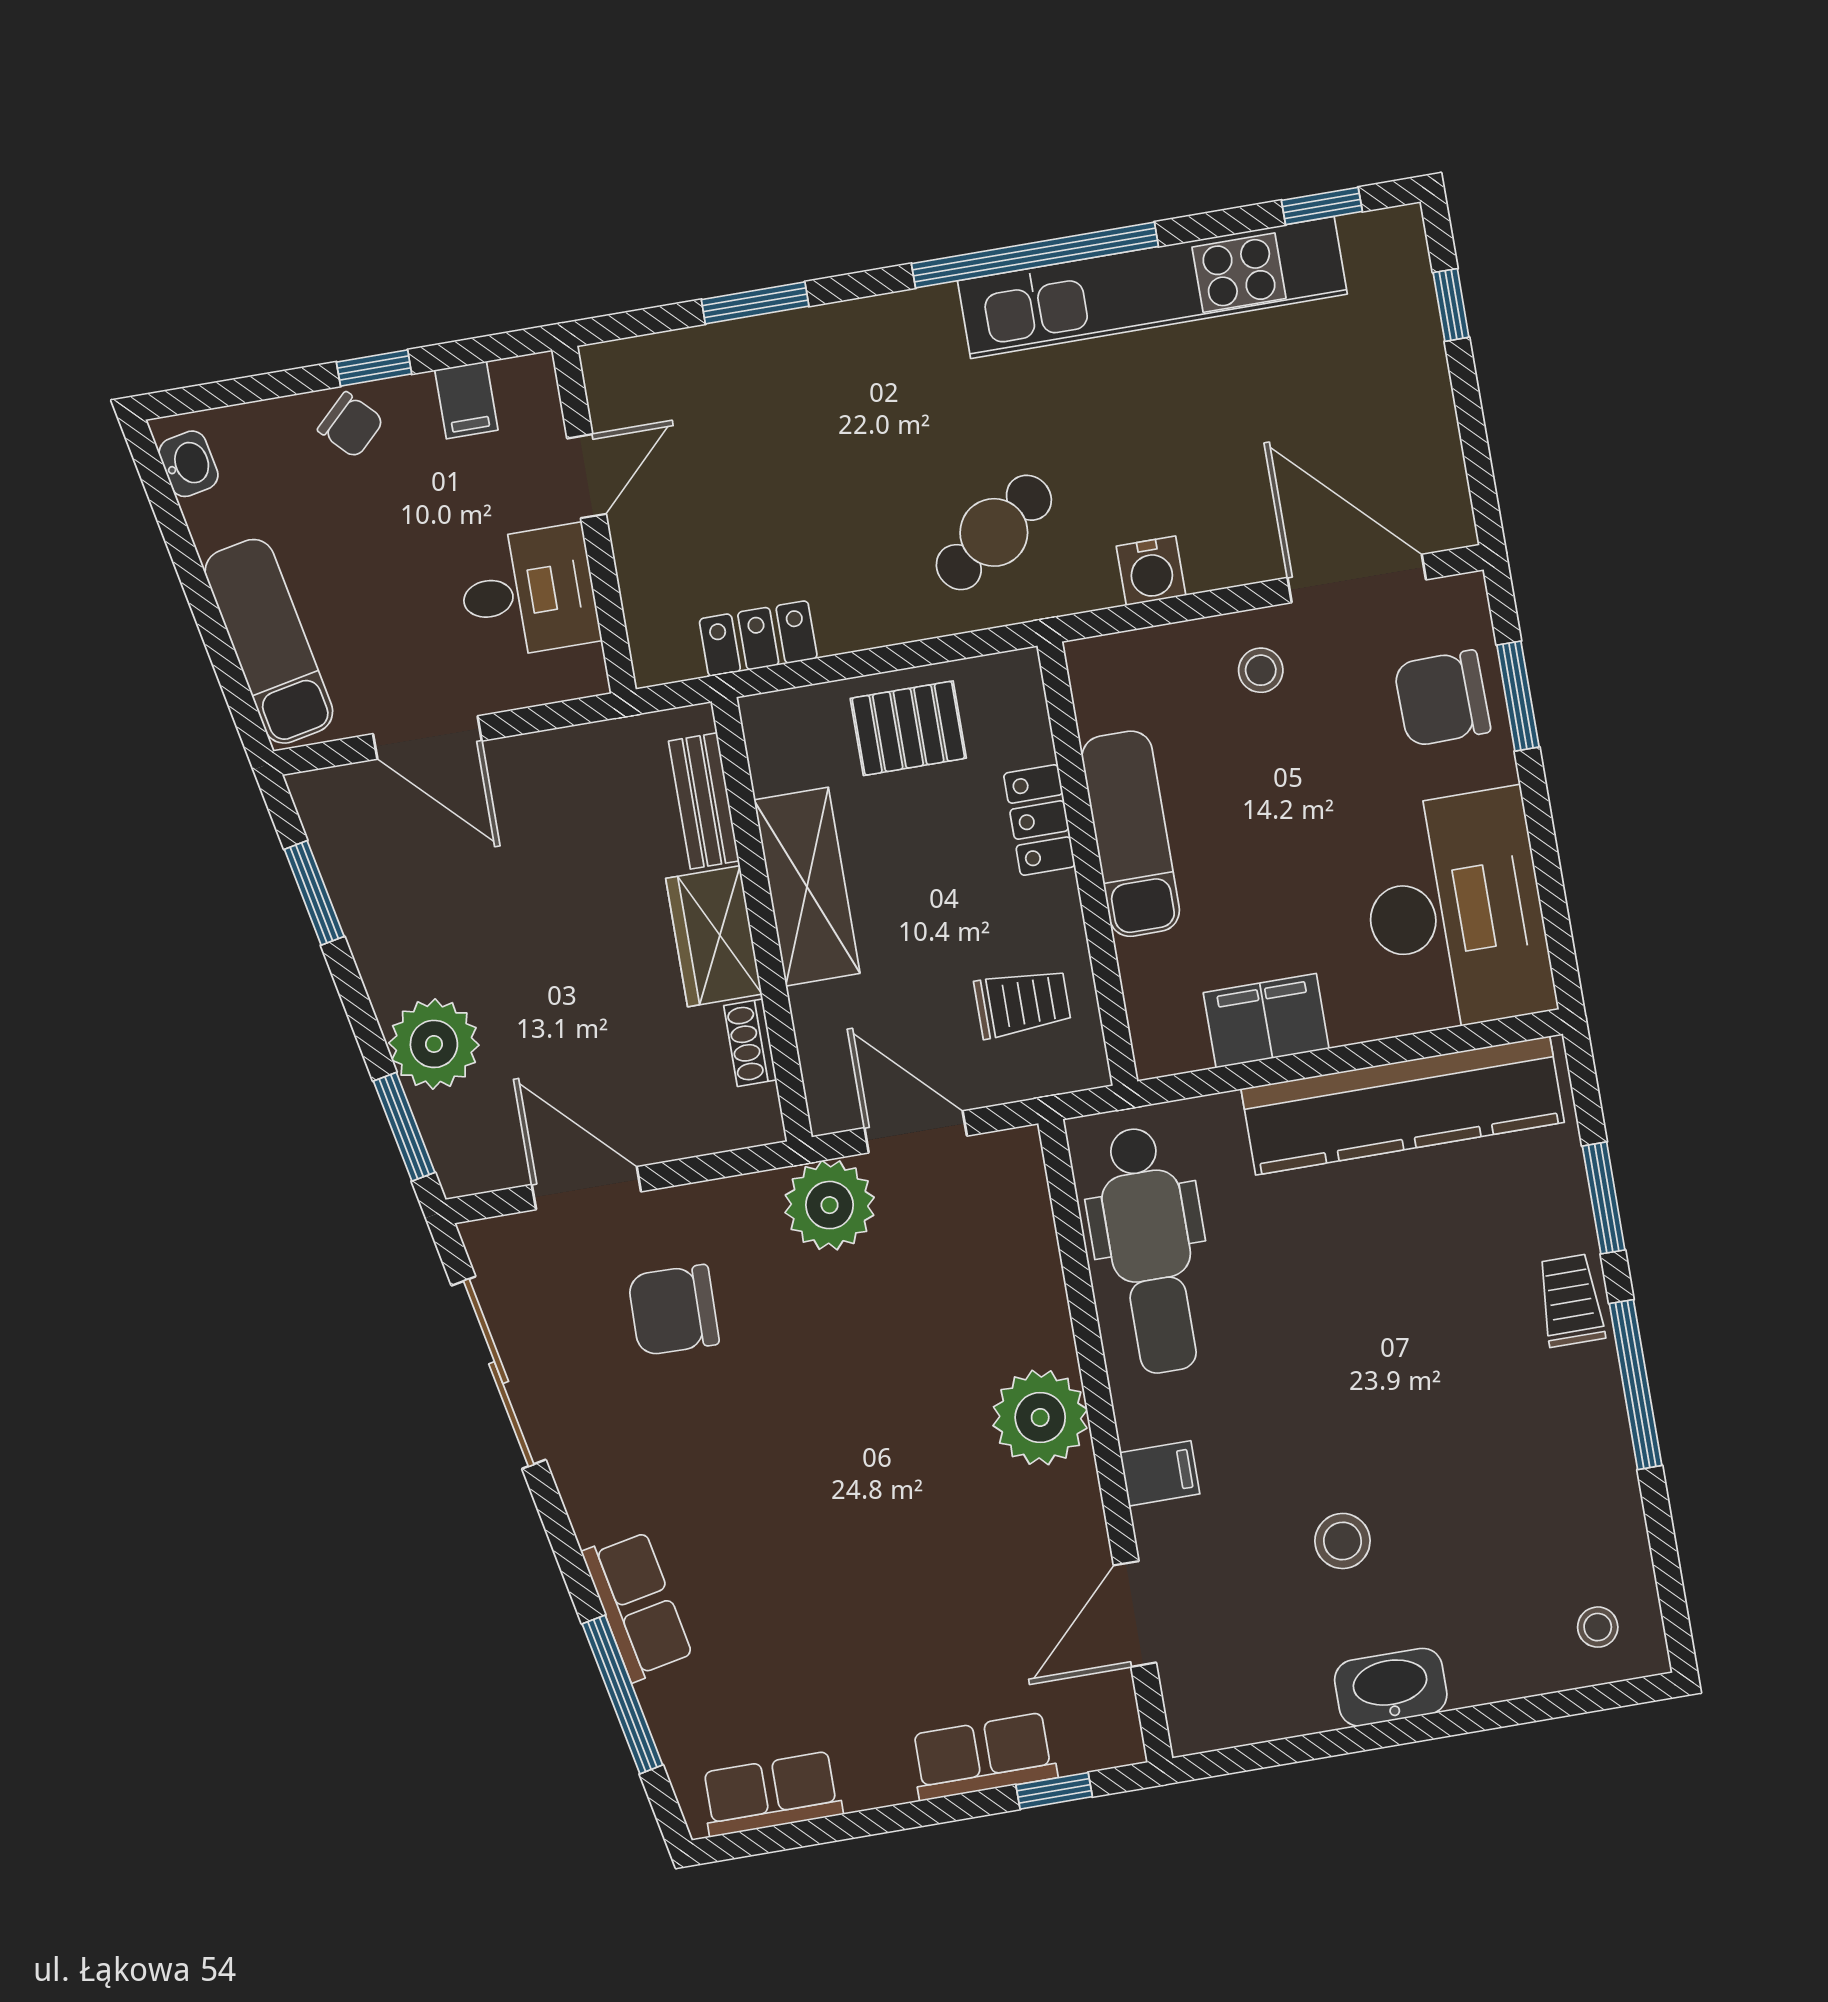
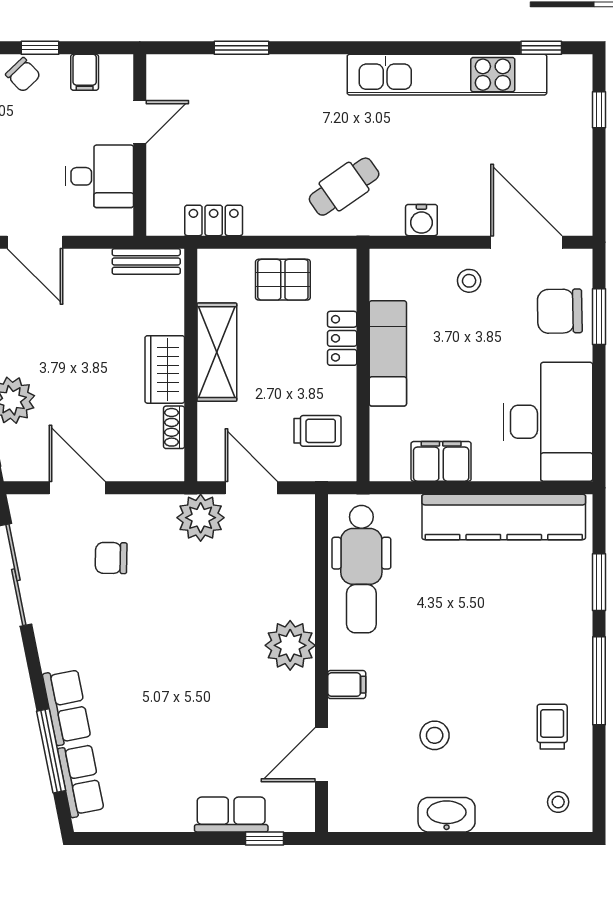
window: (1035, 255) -> (390, 48), removed
bench: (704, 801) -> (146, 261), moved, turned 90
trolley: (1571, 1300) -> (552, 727), moved
chair: (673, 1310) -> (111, 558), width x0.73, depth x0.73
row of seats: (771, 1794) -> (81, 780), moved, turned 79

